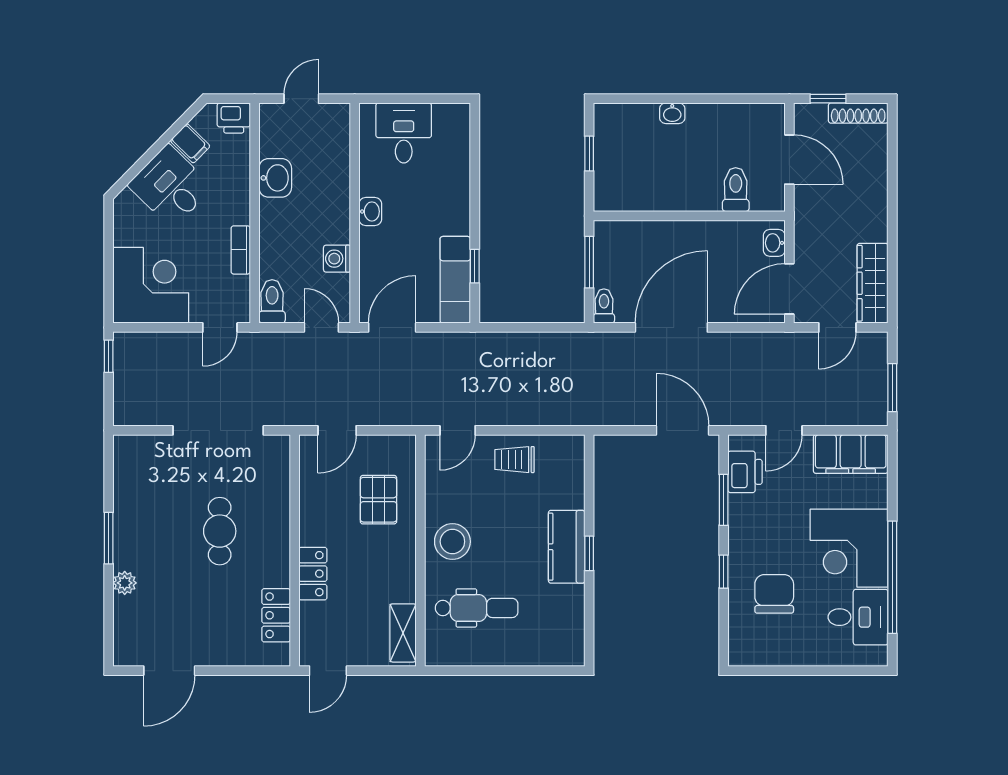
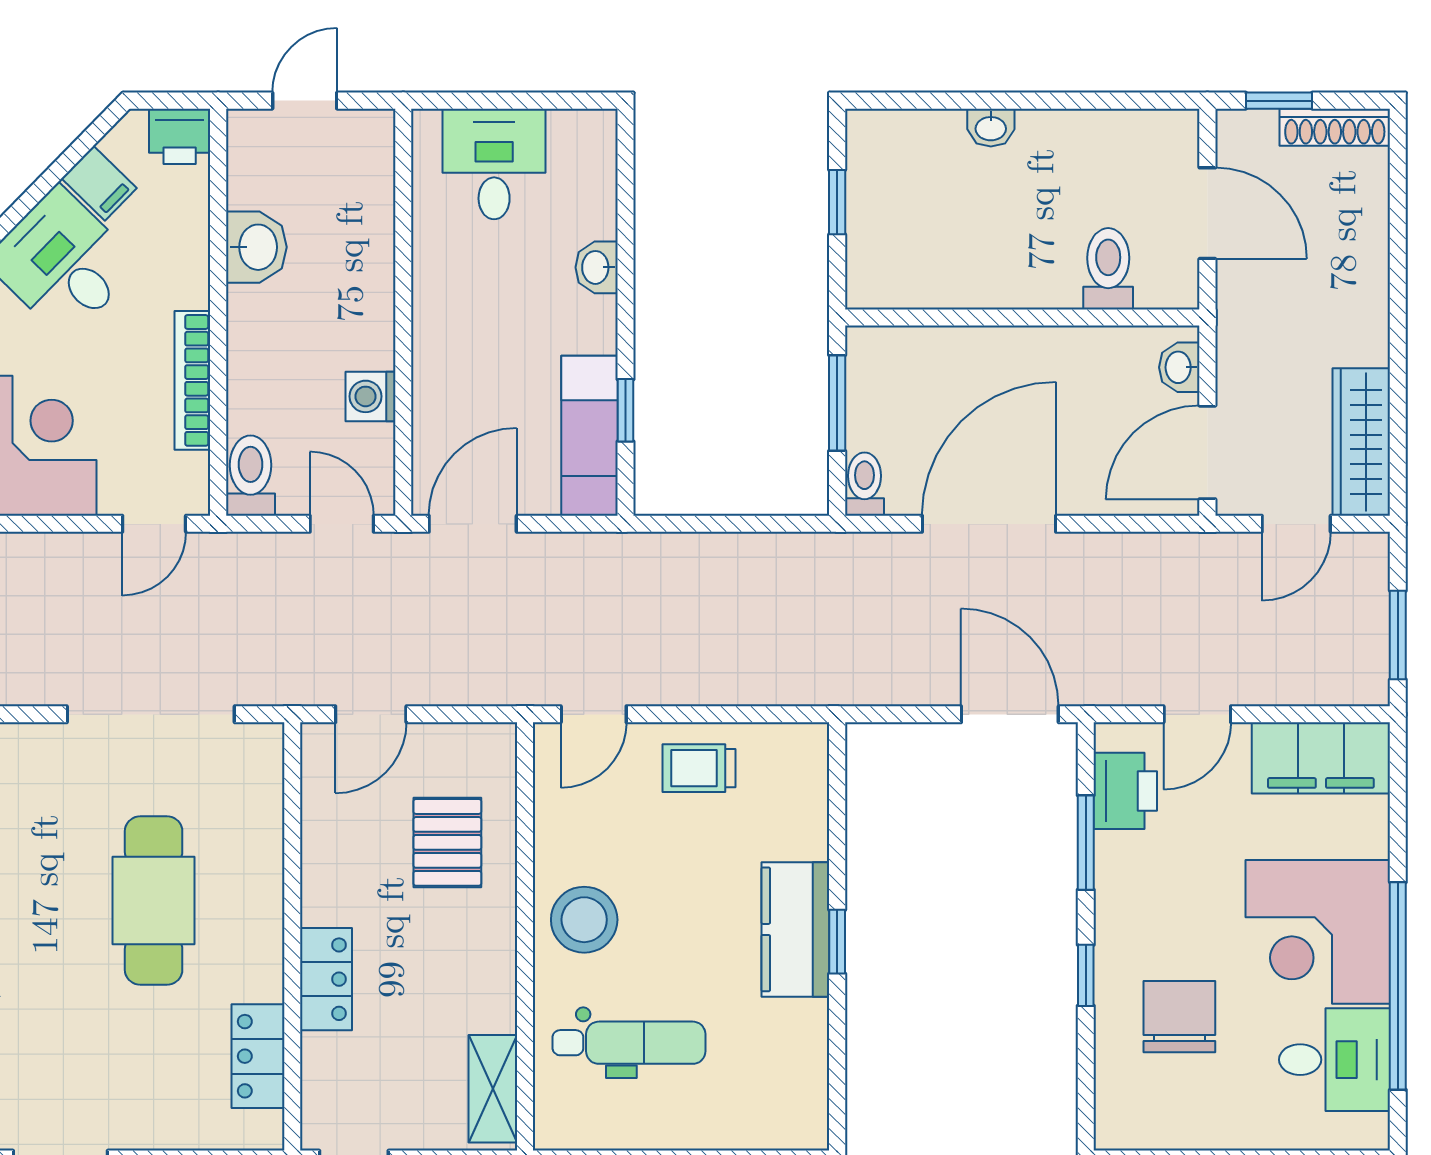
washbasin: (370, 211) -> (597, 267), moved, turned 180
bookcase: (241, 250) -> (192, 380), width x1.56
cafe table: (220, 531) -> (154, 900), width x1.37, depth x1.35

